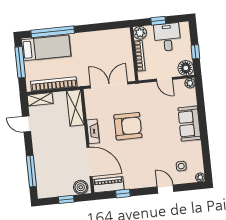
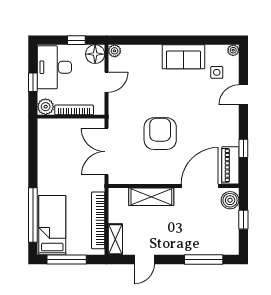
desk: (167, 37) -> (54, 67), width x1.37
shelving: (75, 108) -> (151, 197), moved
sofa: (189, 124) -> (183, 57), moved
fireplace: (93, 131) -> (162, 178), removed

